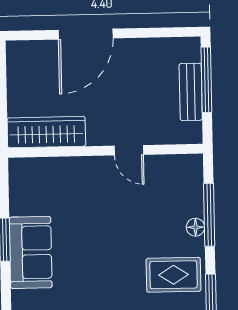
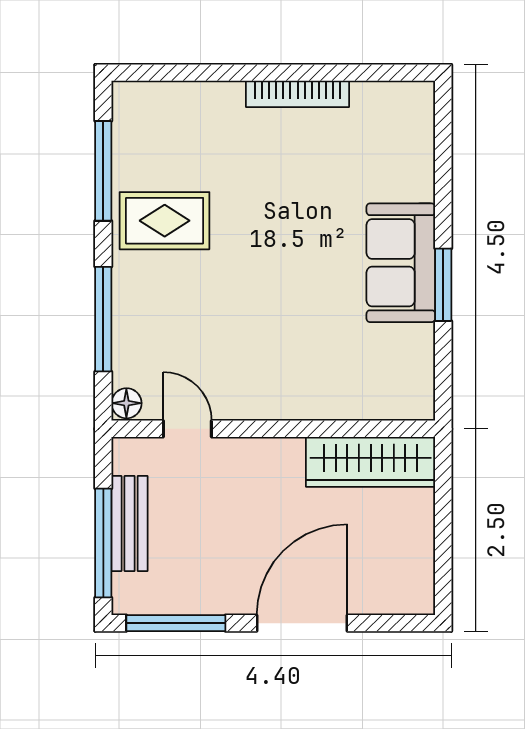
window: (162, 32) -> (176, 623), added
door: (129, 150) -> (187, 429), moved
floor lamp: (195, 227) -> (126, 403), moved

